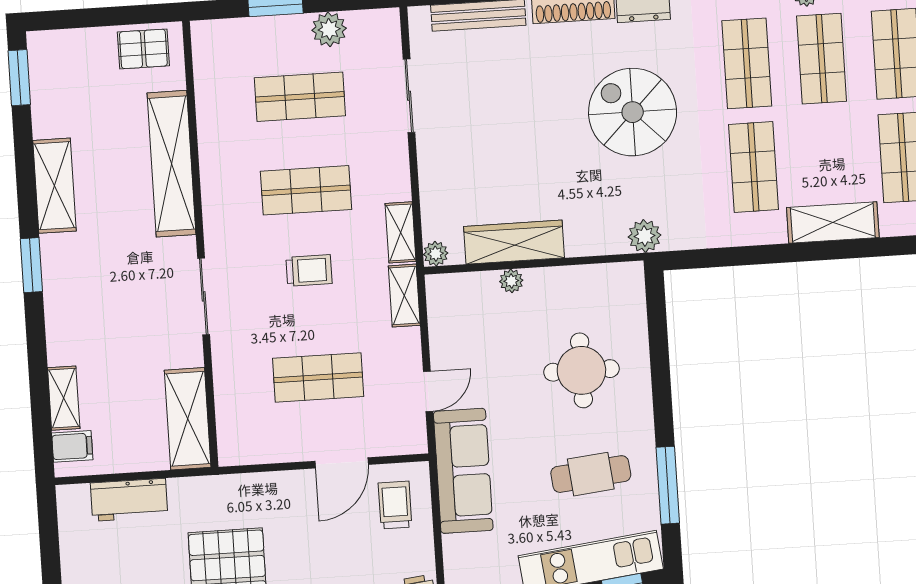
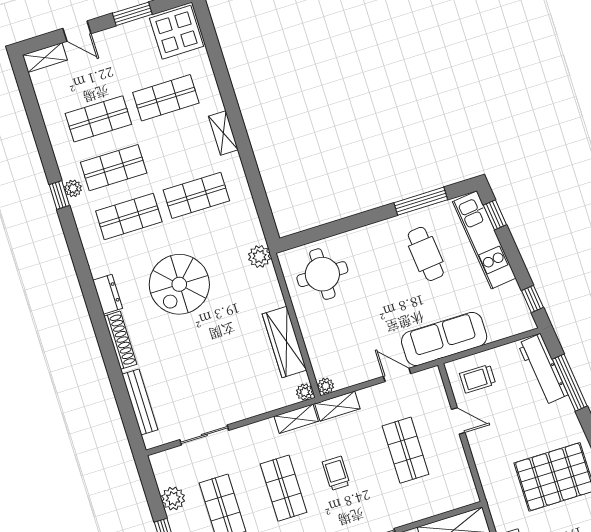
shelving: (833, 222) -> (223, 133), width x0.67, depth x0.75
plant: (511, 281) -> (326, 386), moved
round table: (581, 370) -> (322, 274), moved
door: (342, 463) -> (458, 421), width x0.73

